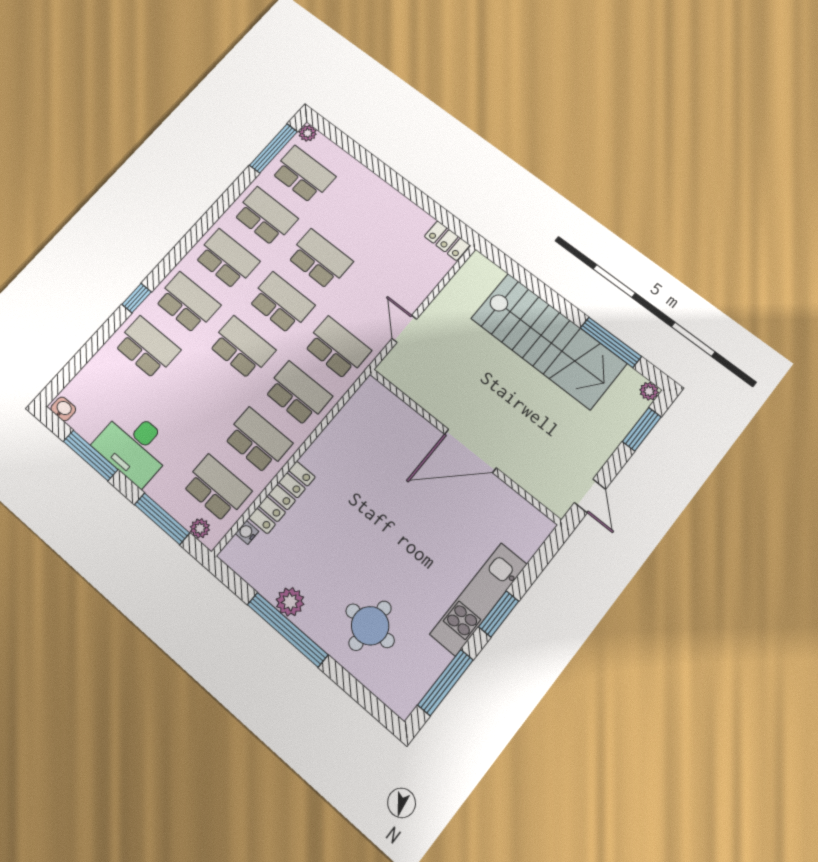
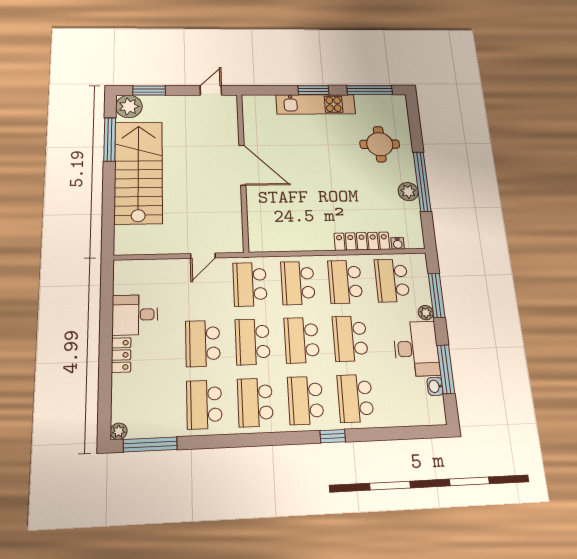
school desk: (303, 174) -> (350, 338), moved
desk: (400, 223) -> (135, 315), added
locker: (447, 241) -> (121, 355), moved
plant: (649, 391) -> (129, 106), width x1.87, depth x1.87
washbasin: (63, 409) -> (435, 386), moved
plant: (200, 528) -> (426, 313), moved

